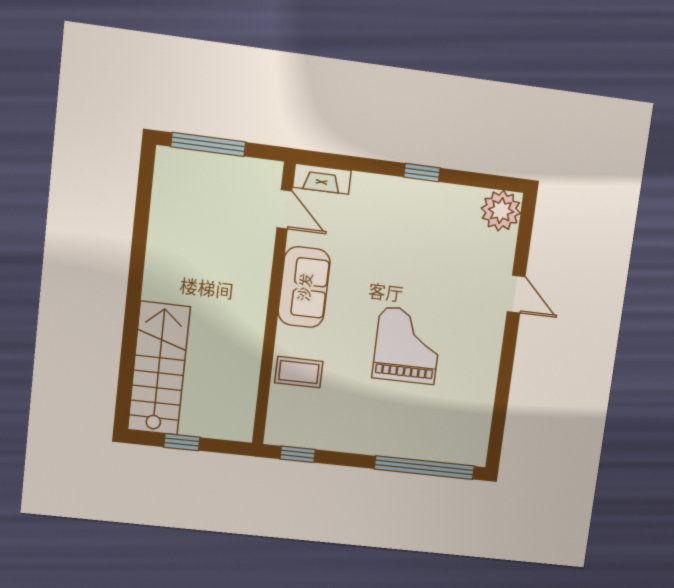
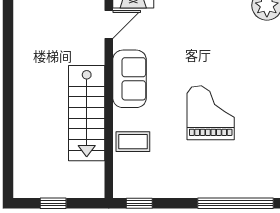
door: (284, 209) -> (109, 24), hinge flipped
stairs: (159, 368) -> (87, 113), moved, turned 180

